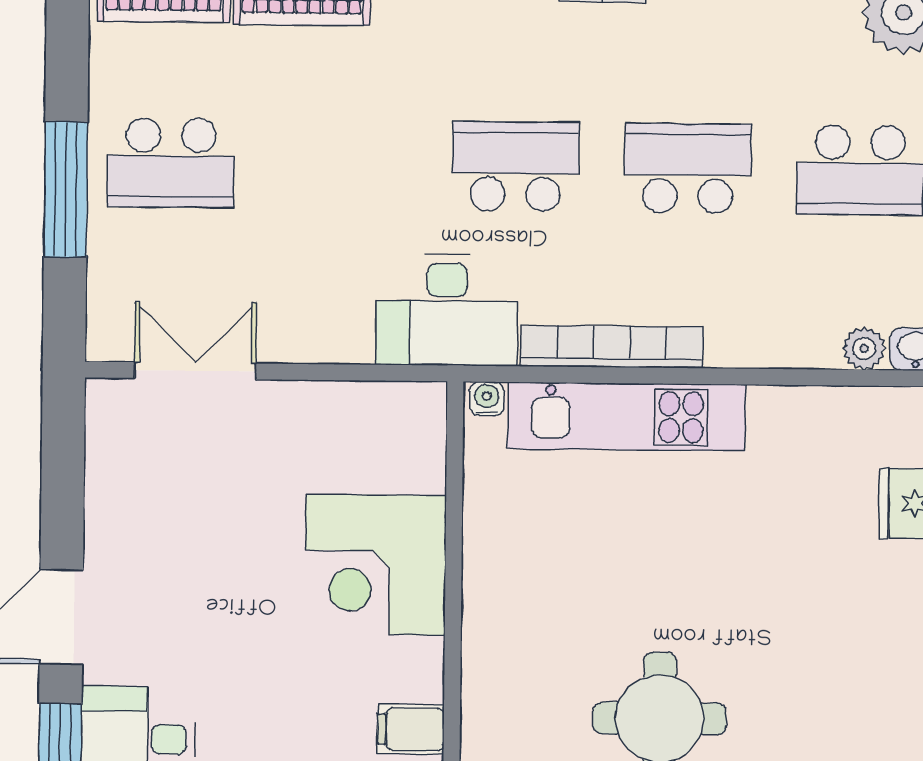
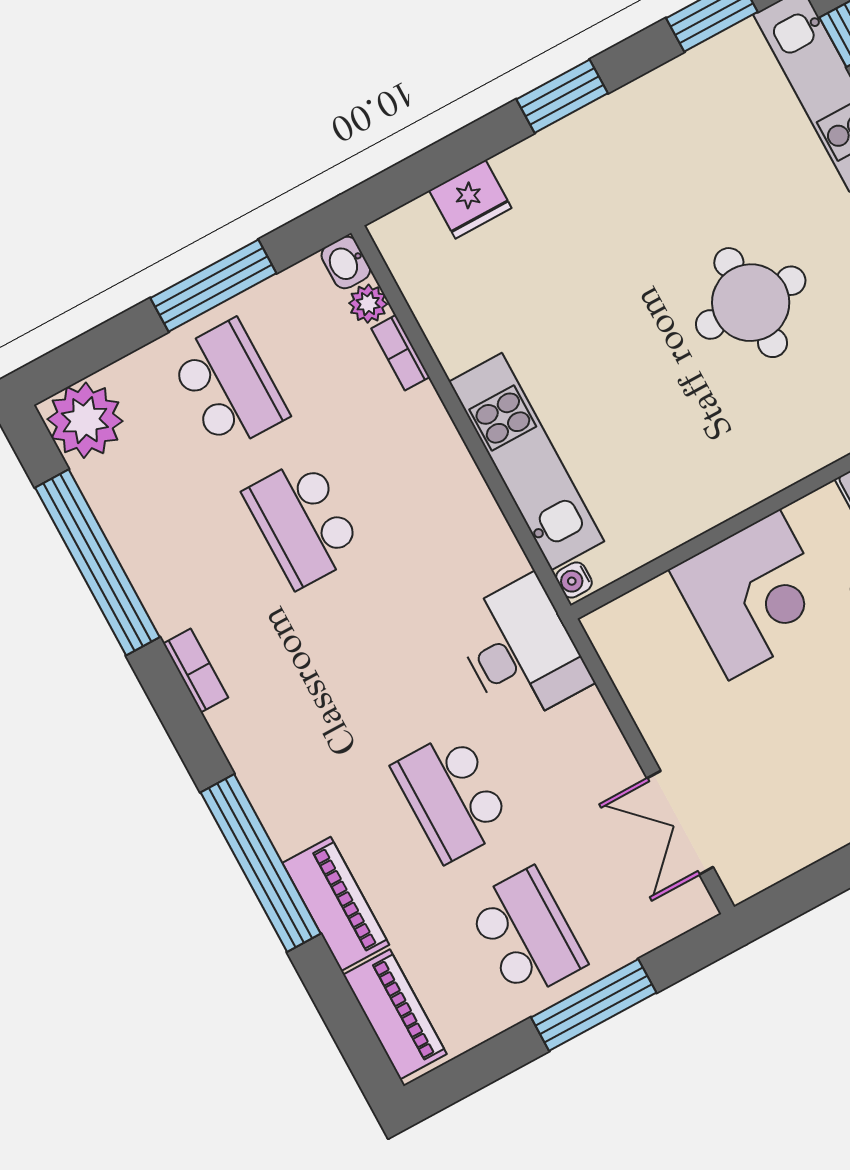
school desk: (516, 166) -> (452, 797), moved
bookcase: (612, 347) -> (401, 353), moved, width x0.43, depth x0.76

